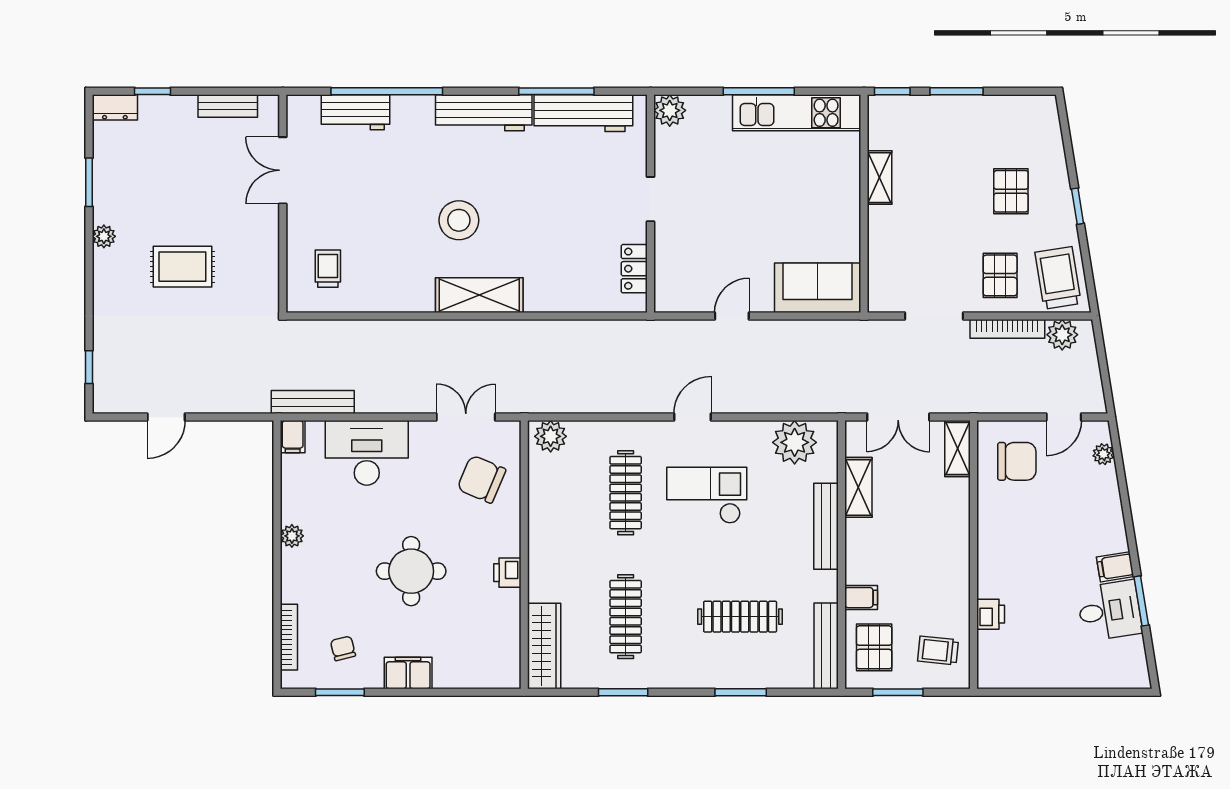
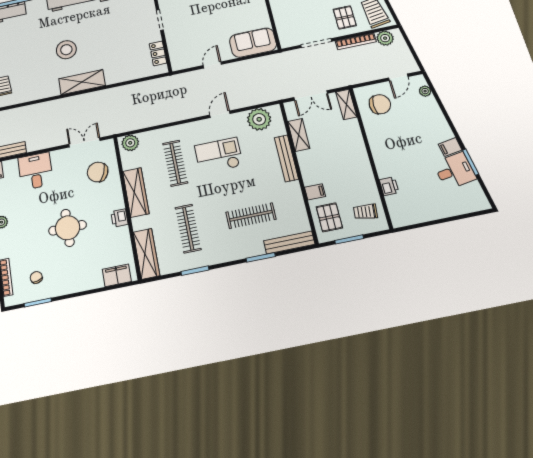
door: (692, 417) -> (220, 114), moved
desk: (367, 453) -> (36, 171), width x0.73
wardrobe: (545, 532) -> (136, 192), added
bench: (826, 646) -> (289, 243), moved, turned 90
filing cabinet: (408, 673) -> (117, 275), moved

